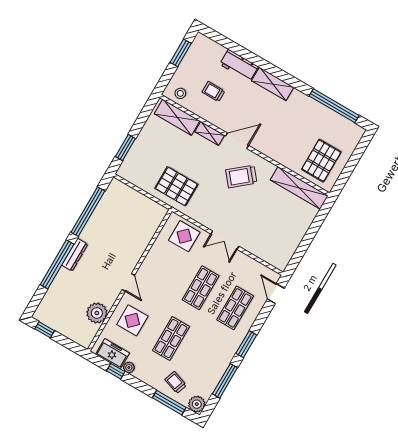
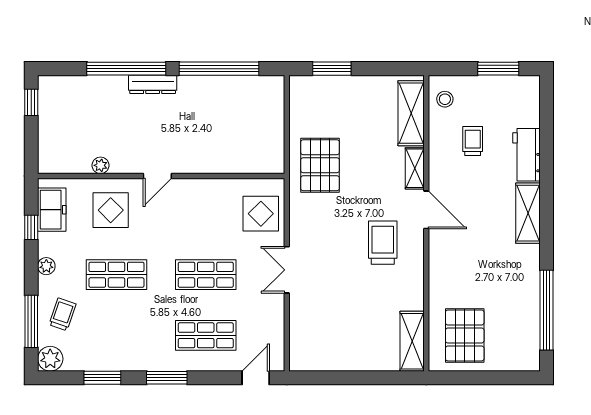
pallet: (321, 161) -> (465, 335), turned 90
trolley: (241, 176) -> (383, 243), turned 40
shelving: (299, 188) -> (412, 341), width x0.68
plant: (97, 313) -> (101, 165), width x0.53, depth x0.53
plant: (129, 367) -> (46, 266), moved
window: (225, 381) -> (102, 378), width x0.69

